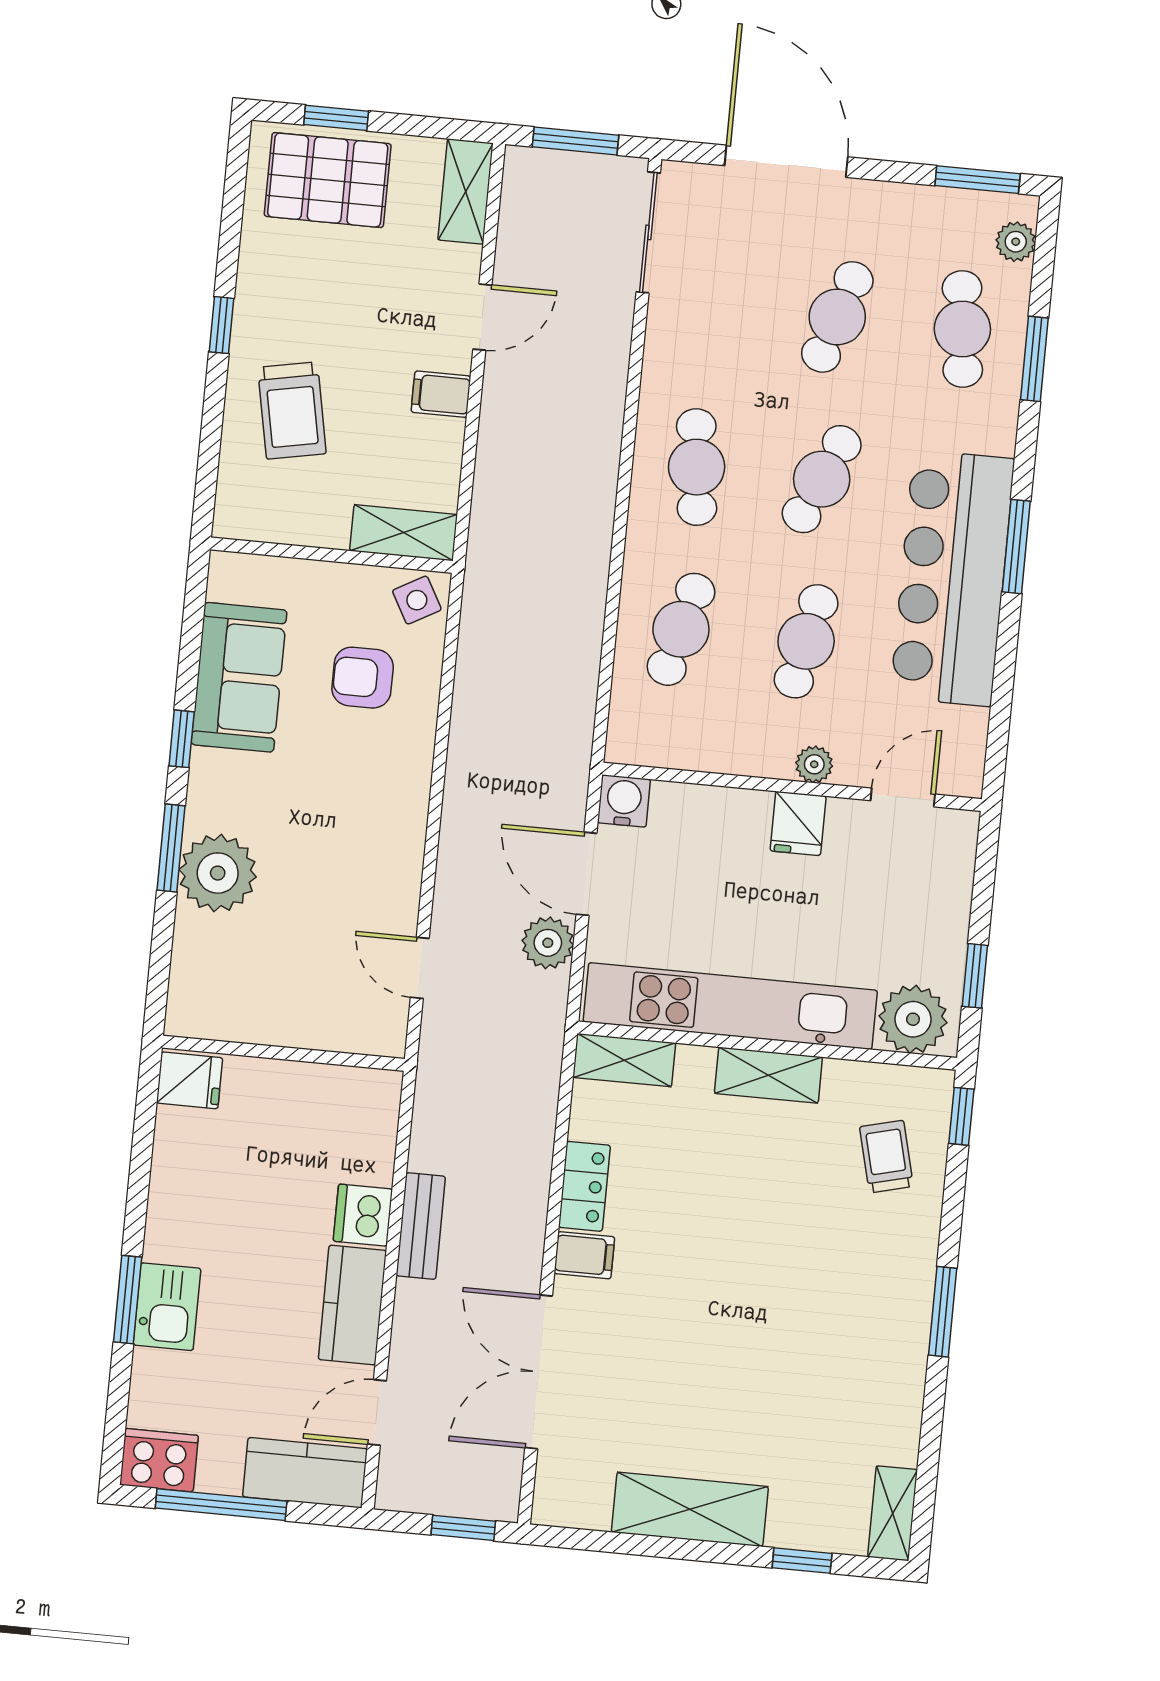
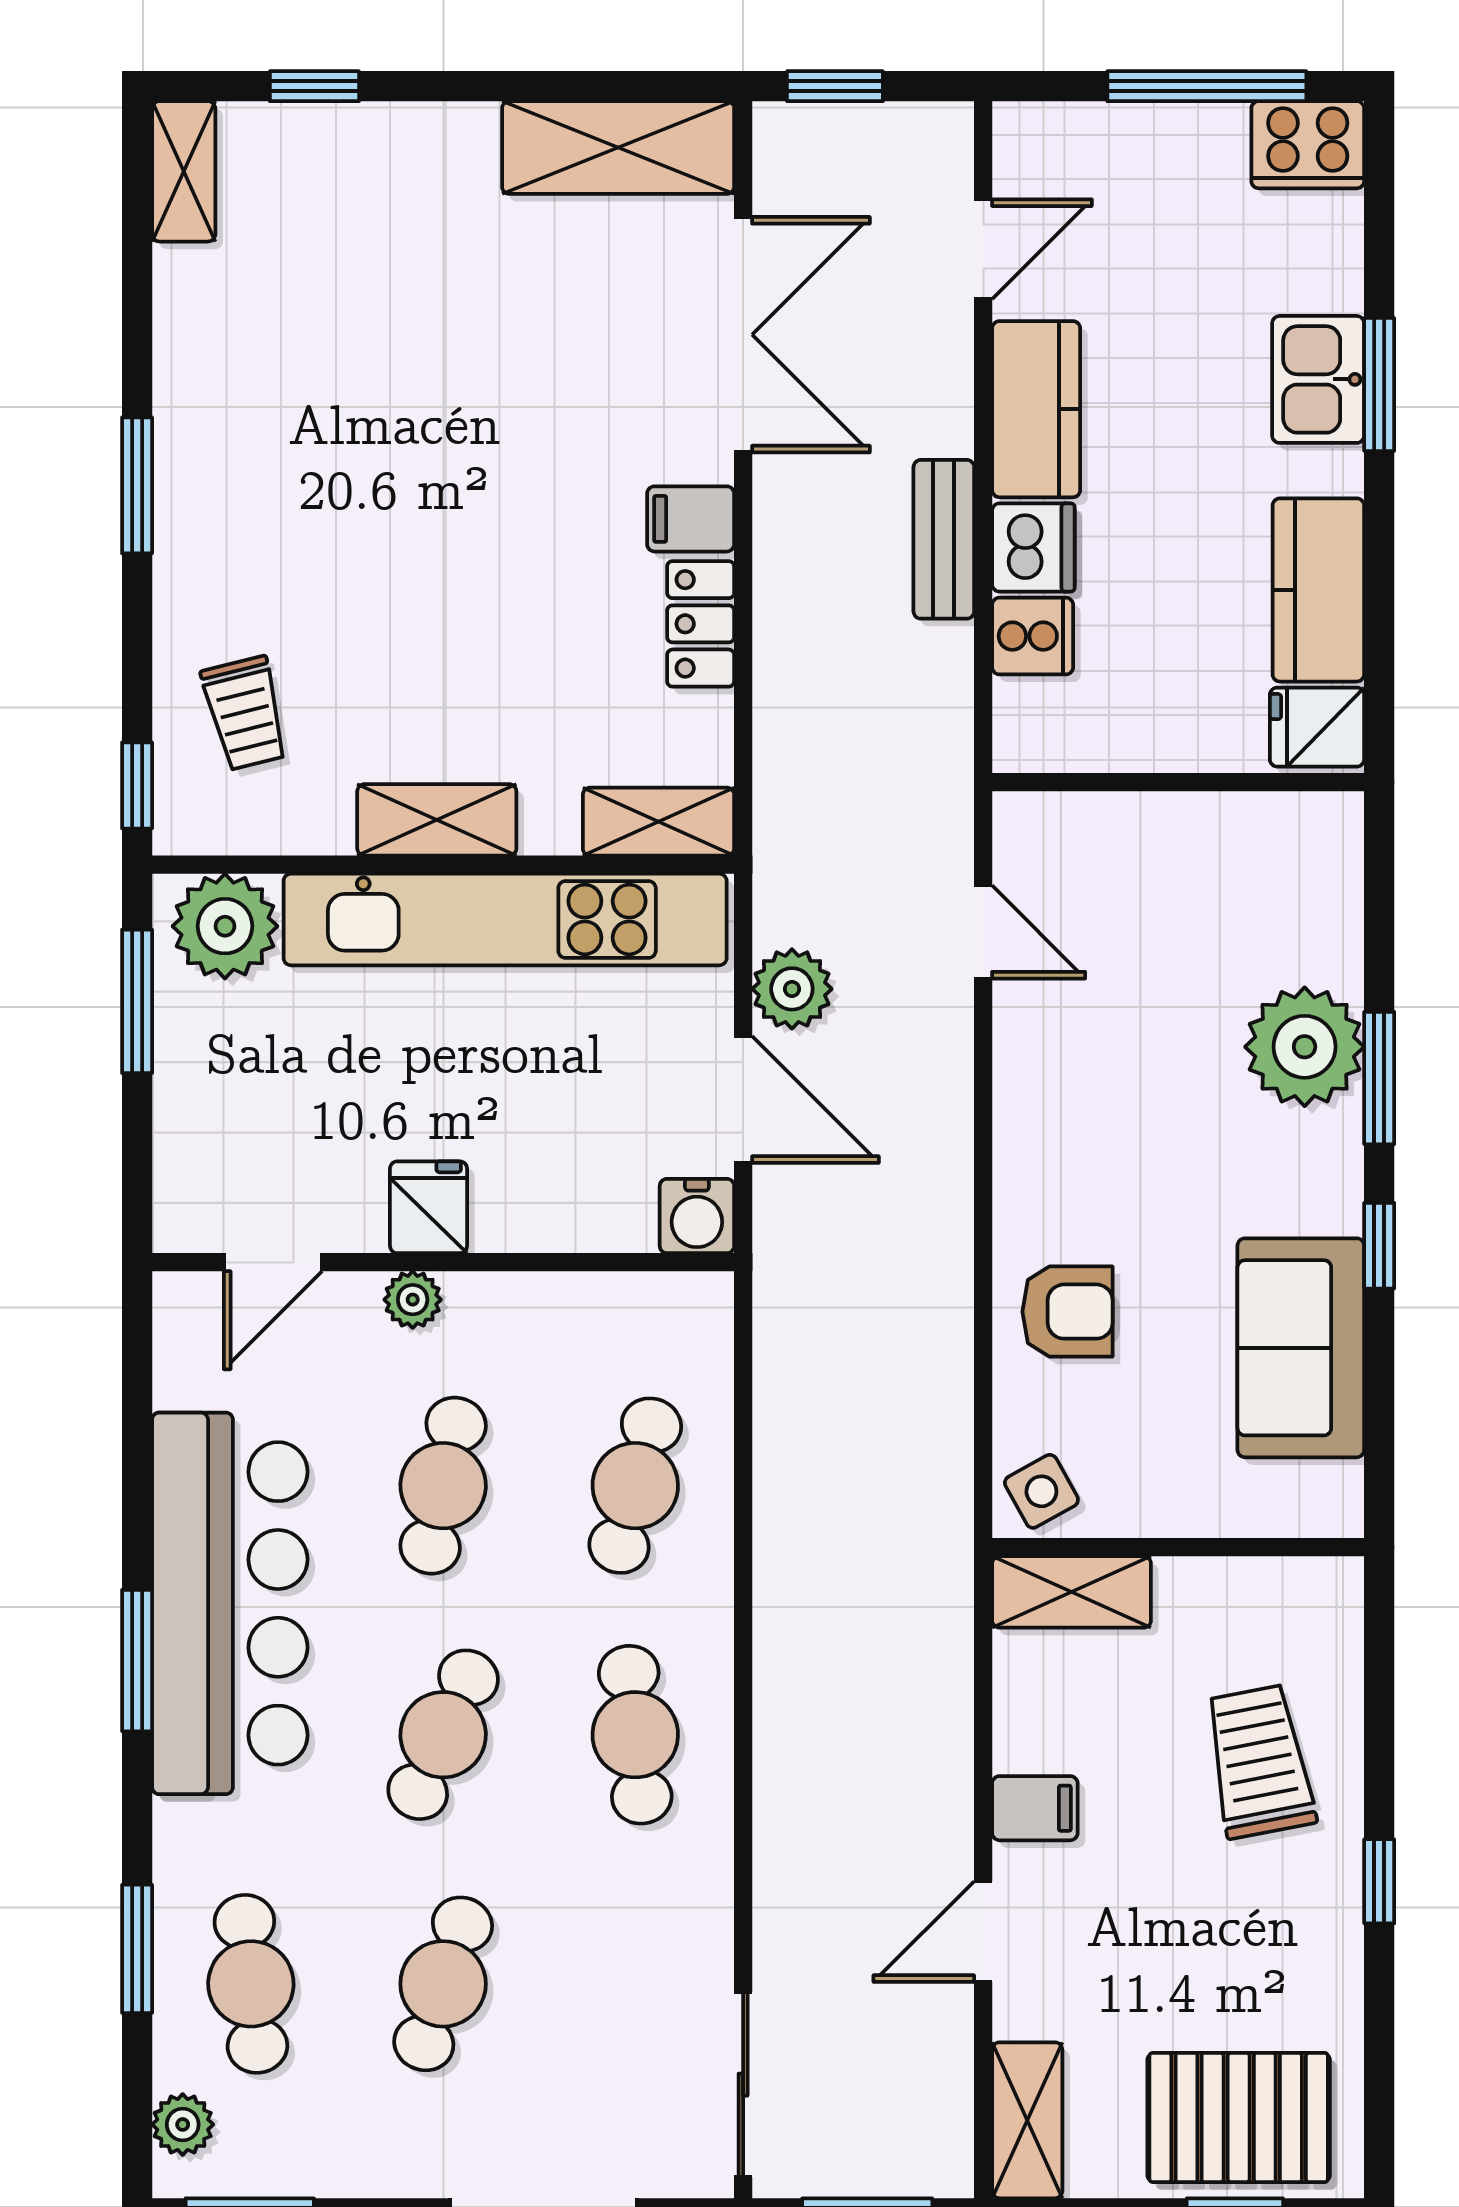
armchair: (363, 678) -> (1068, 1312), moved
window: (975, 976) -> (137, 1001), width x1.50
cooker: (369, 1157) -> (1033, 636), added
kitchen counter: (305, 1473) -> (1318, 590), moved, turned 90
shelving: (690, 1509) -> (618, 148), moved

